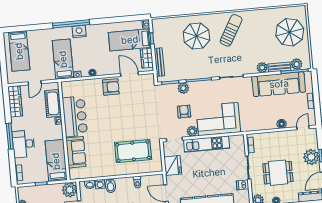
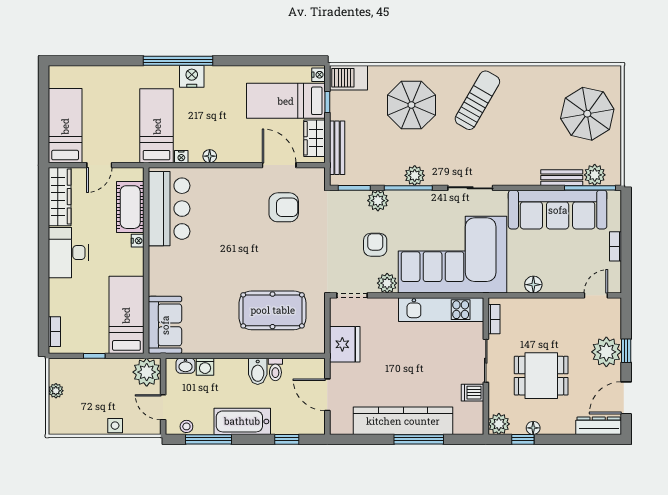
barbecue: (162, 25) -> (348, 78), added
bed: (19, 51) -> (65, 126), moved, turned 180
plant: (262, 68) -> (415, 175), moved
armchair: (111, 87) -> (284, 207), moved
bar counter: (75, 116) -> (169, 209), moved
corner sofa: (218, 119) -> (453, 255), width x1.36, depth x1.36
floor lamp: (282, 124) -> (533, 285), moved
window: (10, 136) -> (44, 261), removed
desk: (24, 144) -> (68, 253), moved
kitchen unit: (207, 144) -> (441, 310), moved
sofa: (76, 152) -> (165, 325), moved
bidet: (111, 186) -> (258, 371), moved

